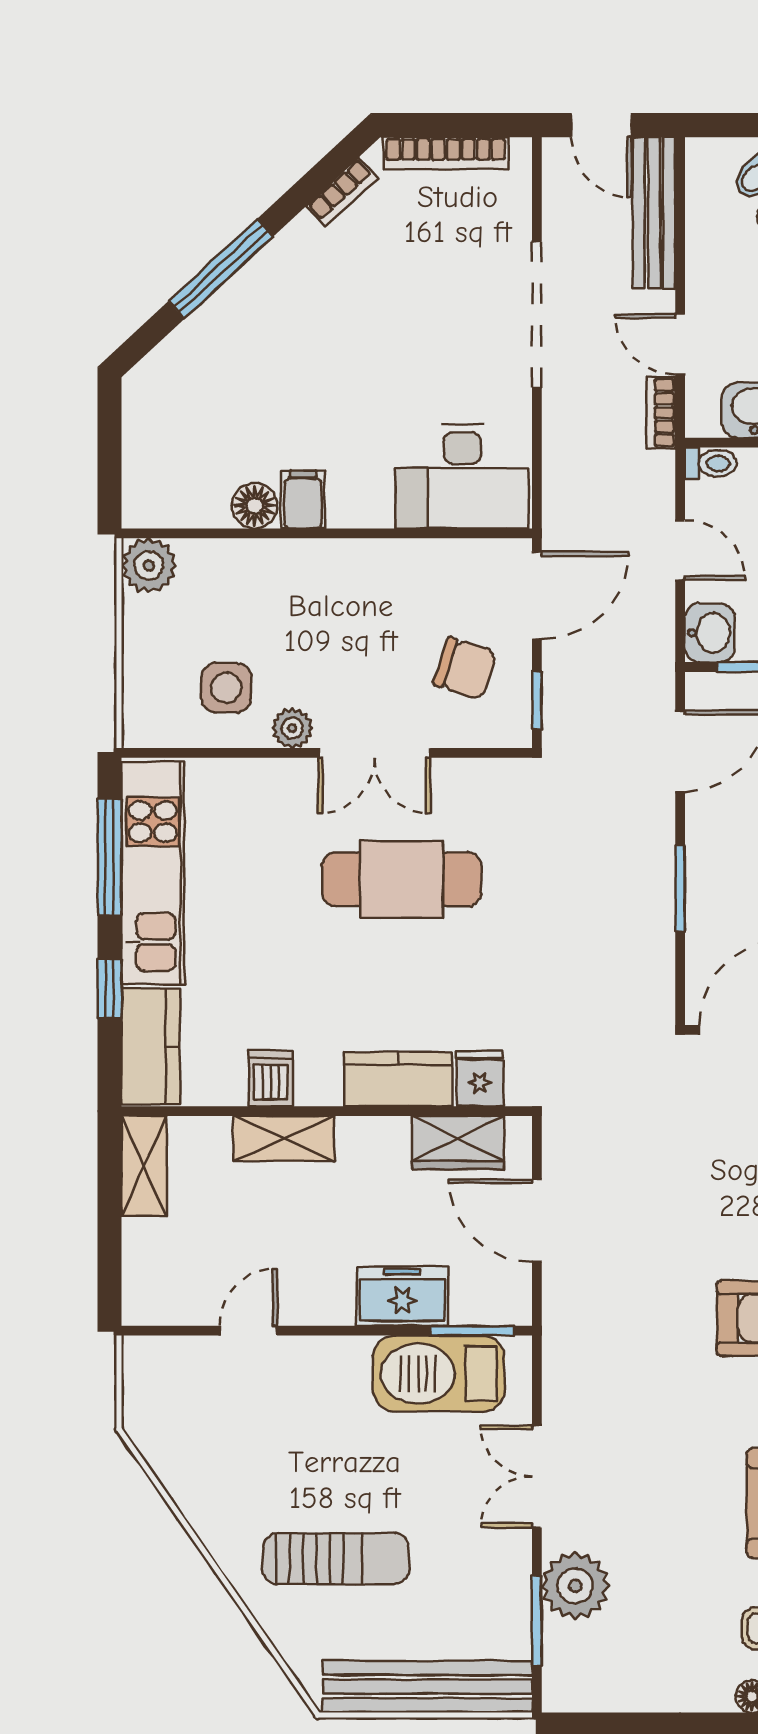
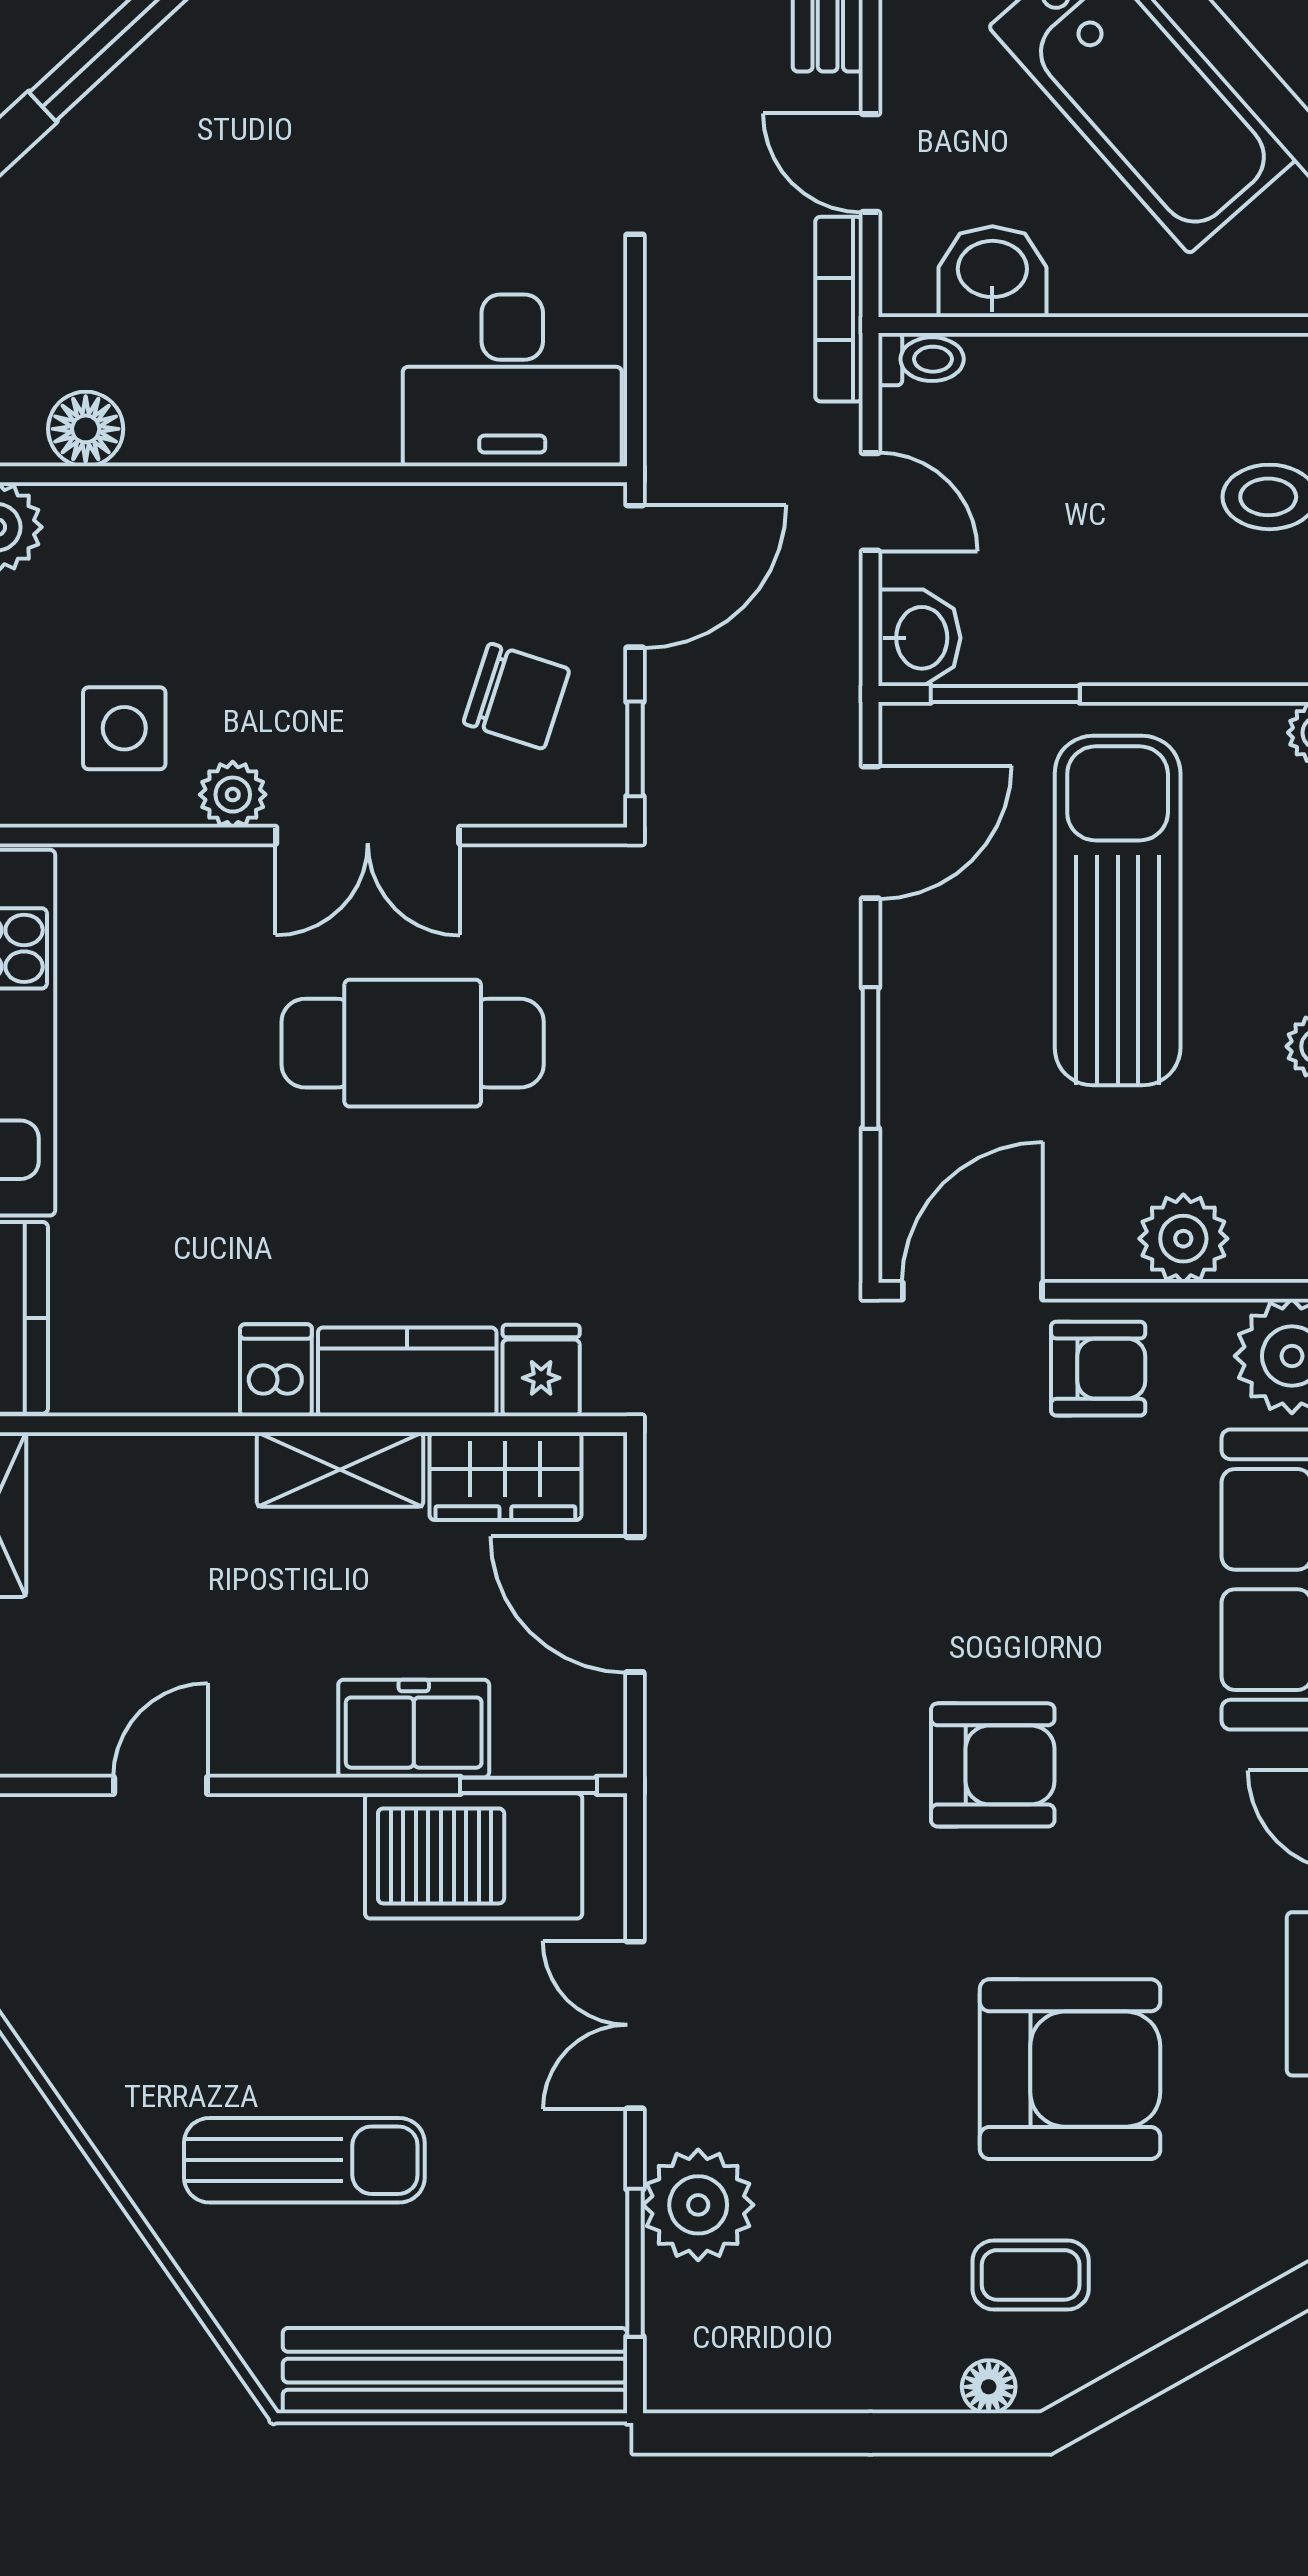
bookcase: (661, 413) -> (839, 309), width x1.56
filing cabinet: (303, 499) -> (251, 419), removed
floor lamp: (255, 506) -> (86, 429), moved
dishwasher: (271, 1078) -> (276, 1370), moved
shelving: (284, 1139) -> (340, 1470), moved

